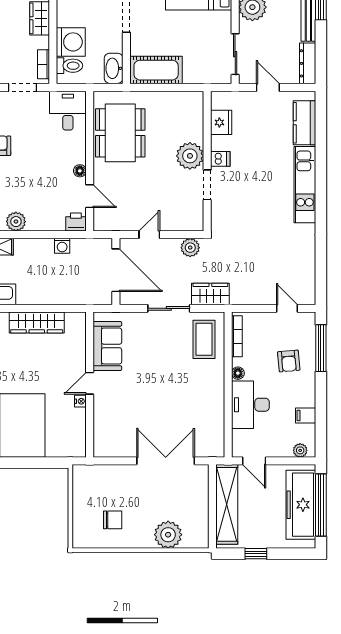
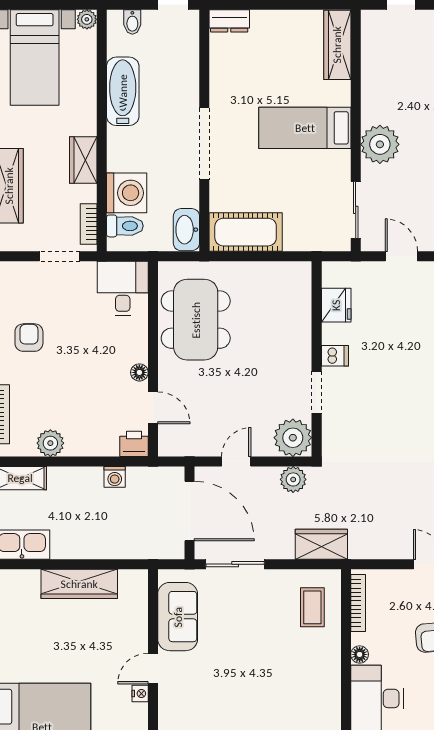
plant: (190, 156) -> (293, 438), moved
sliding door: (169, 308) -> (235, 564), moved
coffee table: (204, 339) -> (312, 607), width x0.73, depth x0.77

